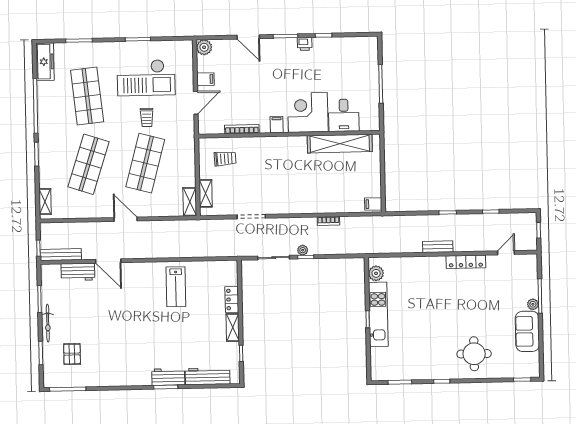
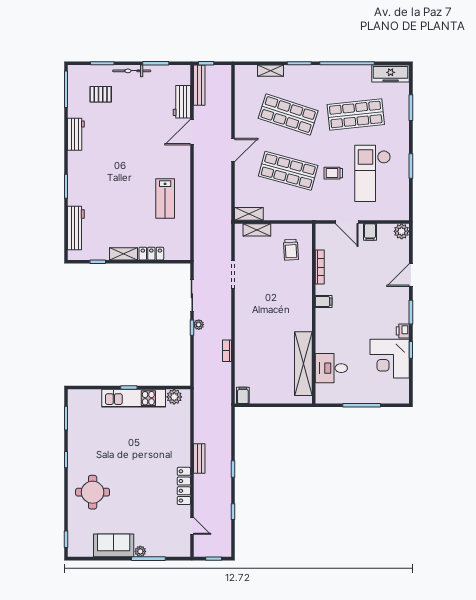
corner desk: (308, 112) -> (390, 359), moved, turned 180
shelving: (45, 202) -> (271, 71), moved
lab bench: (176, 287) -> (165, 198), turned -90
workbench: (168, 377) -> (76, 134), moved

